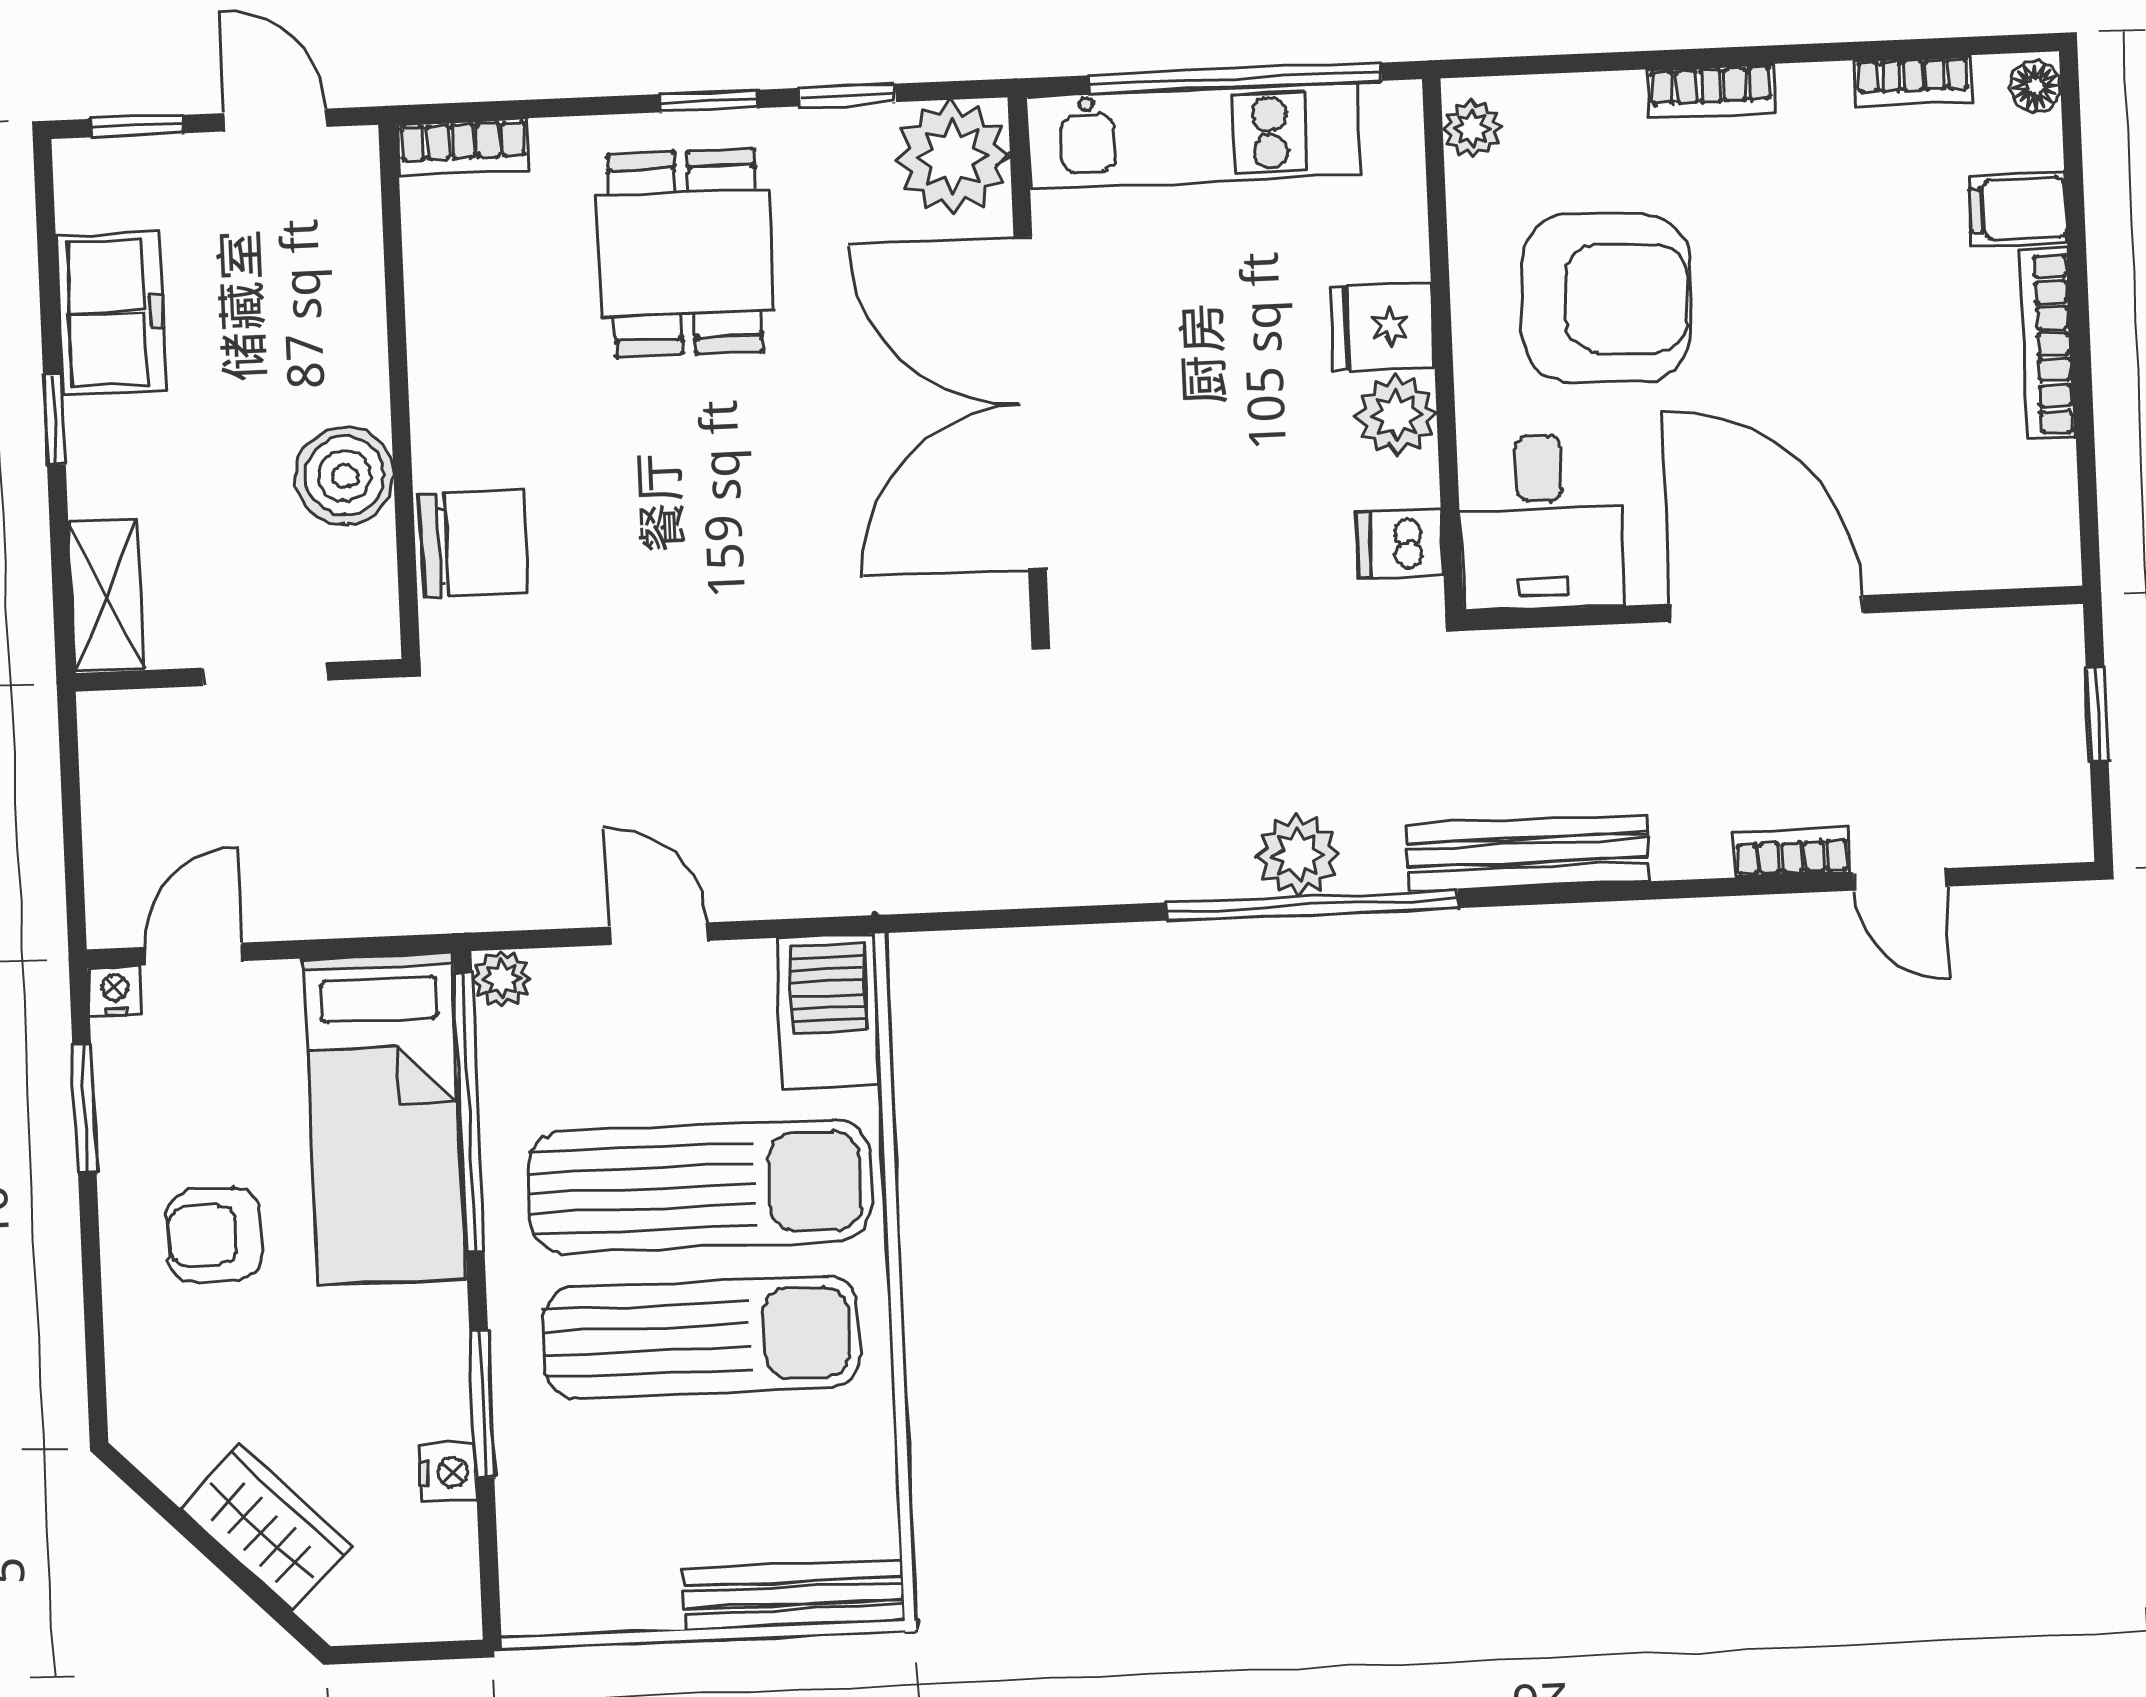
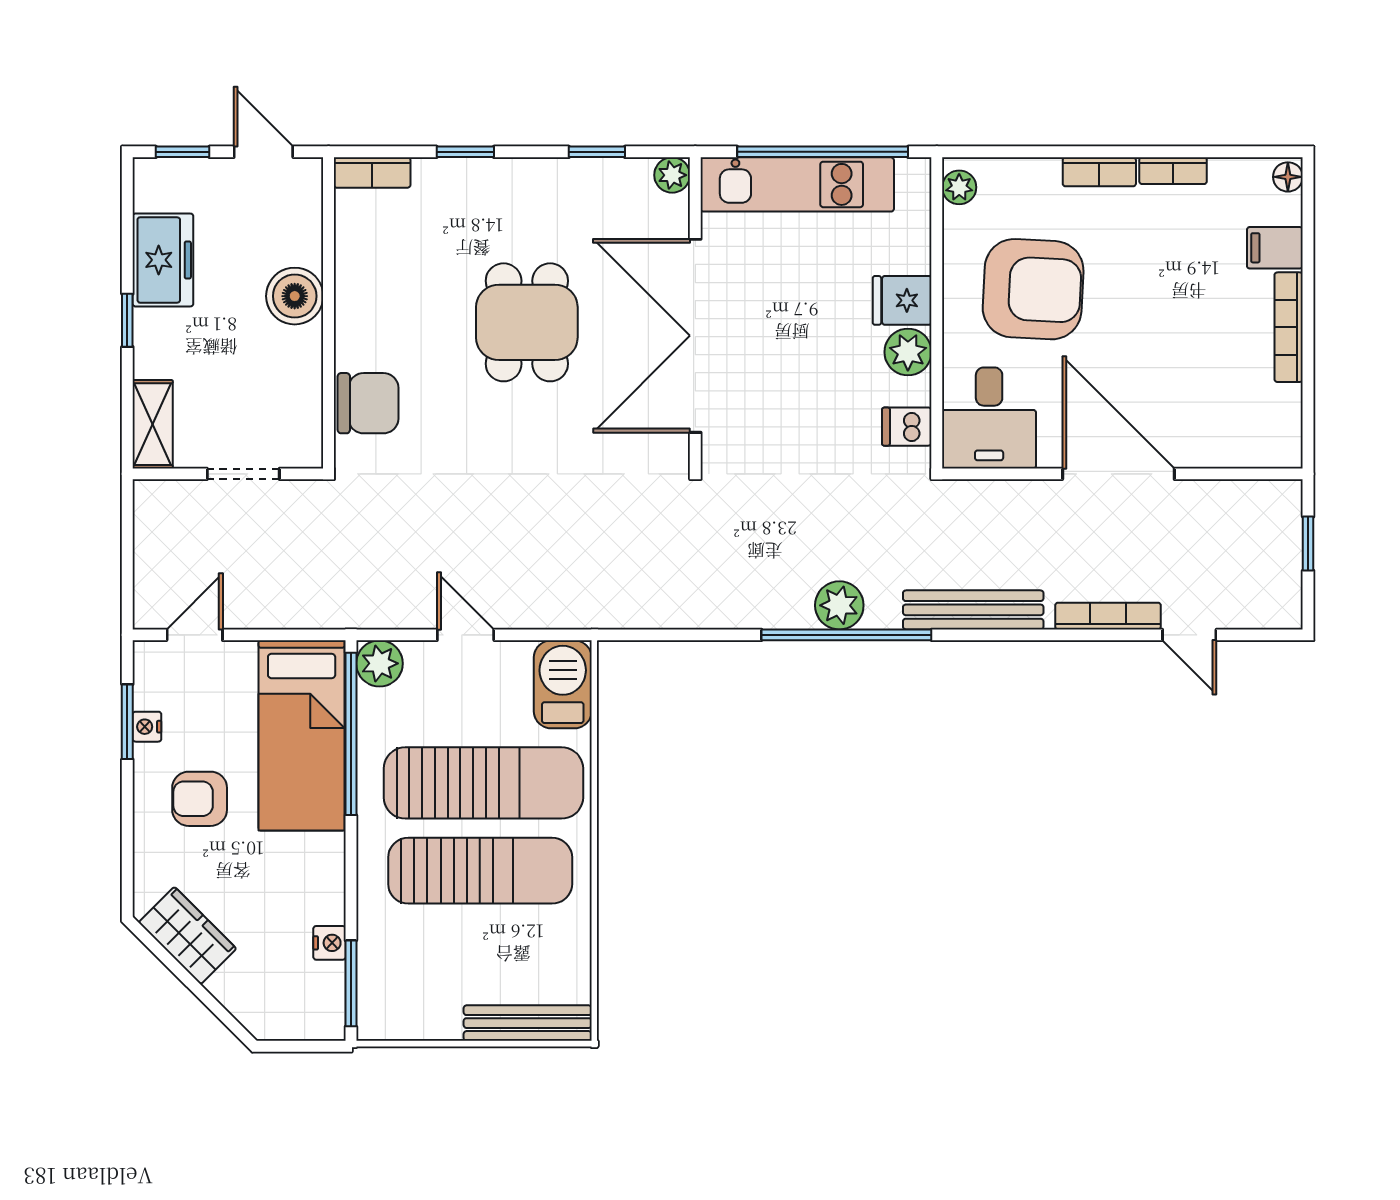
bookcase: (1913, 81) -> (1173, 171), moved
window: (708, 101) -> (465, 152), moved
plant: (953, 157) -> (672, 175), width x0.53, depth x0.53
dining table: (685, 253) -> (527, 322), moved
boiler: (345, 476) -> (295, 296), moved
bookcase: (1792, 852) -> (1108, 616), width x1.56
plant: (501, 979) -> (379, 663), width x1.38, depth x1.38
nightstand: (115, 991) -> (147, 727), moved, turned -90
window: (482, 1404) -> (351, 983), moved
wardrobe: (265, 1527) -> (187, 936), moved

